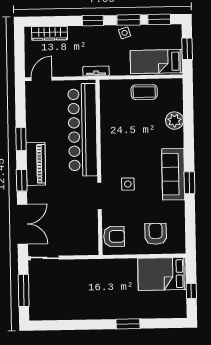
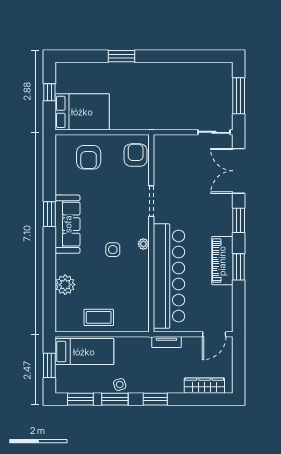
tv unit: (96, 71) -> (166, 342), moved
plant: (106, 158) -> (143, 244), added
piano: (36, 164) -> (222, 261), moved
side table: (128, 184) -> (113, 250), moved
armchair: (114, 236) -> (136, 155), turned 90

